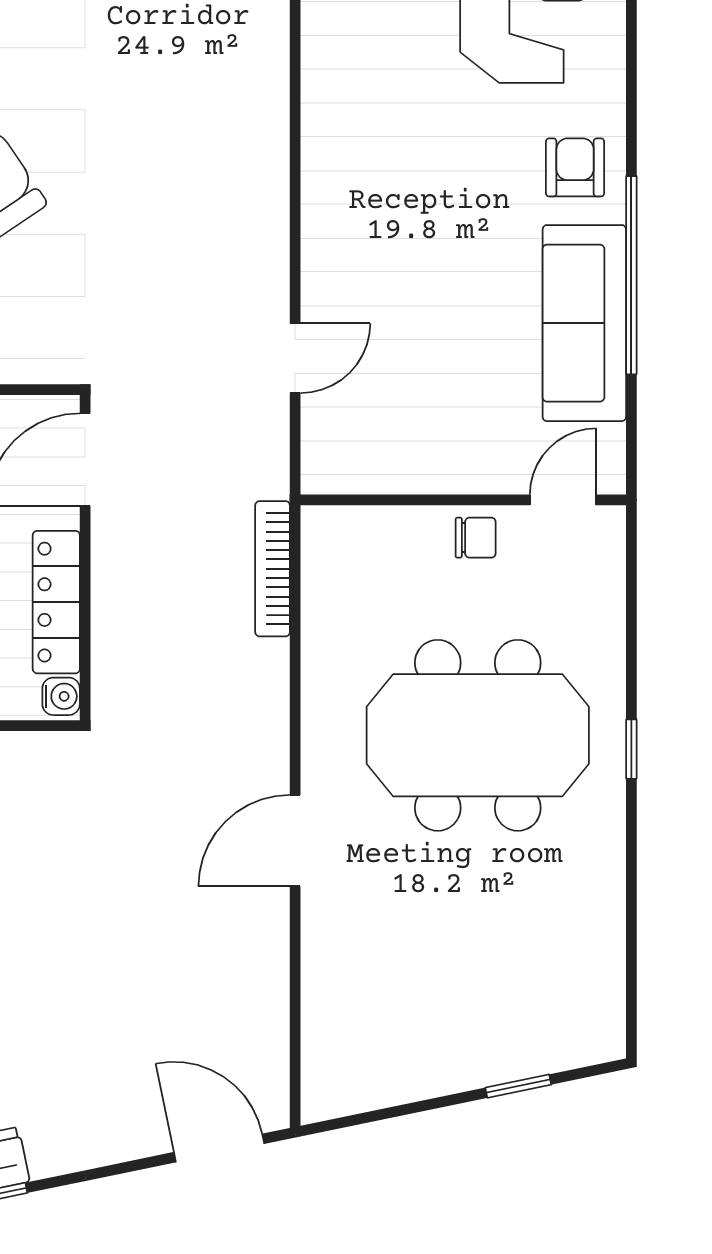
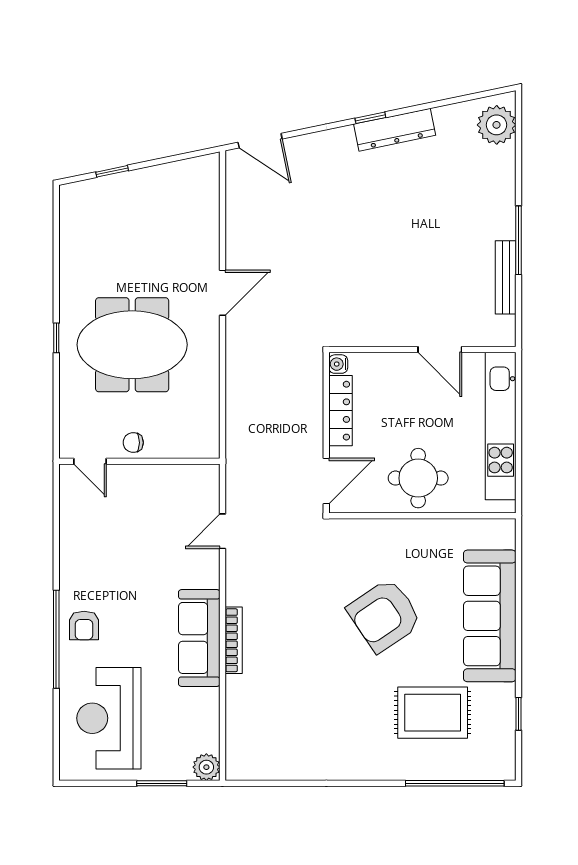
window: (631, 275) -> (56, 639), moved
sofa: (584, 323) -> (199, 638), moved, turned 180
door: (563, 500) -> (90, 461), hinge flipped
bookcase: (273, 569) -> (234, 640), moved

